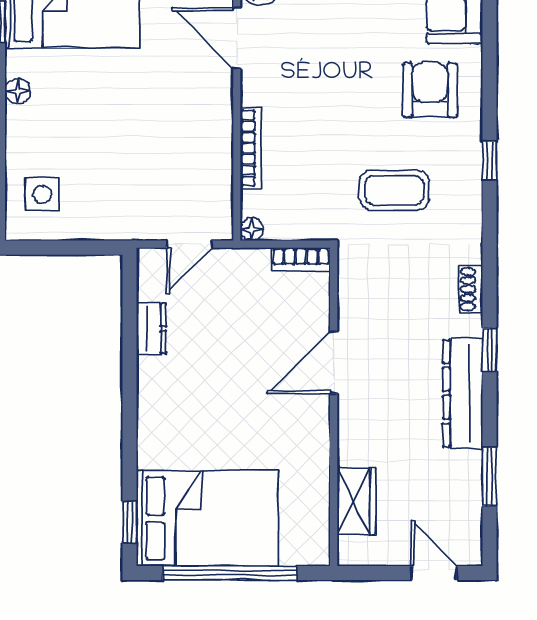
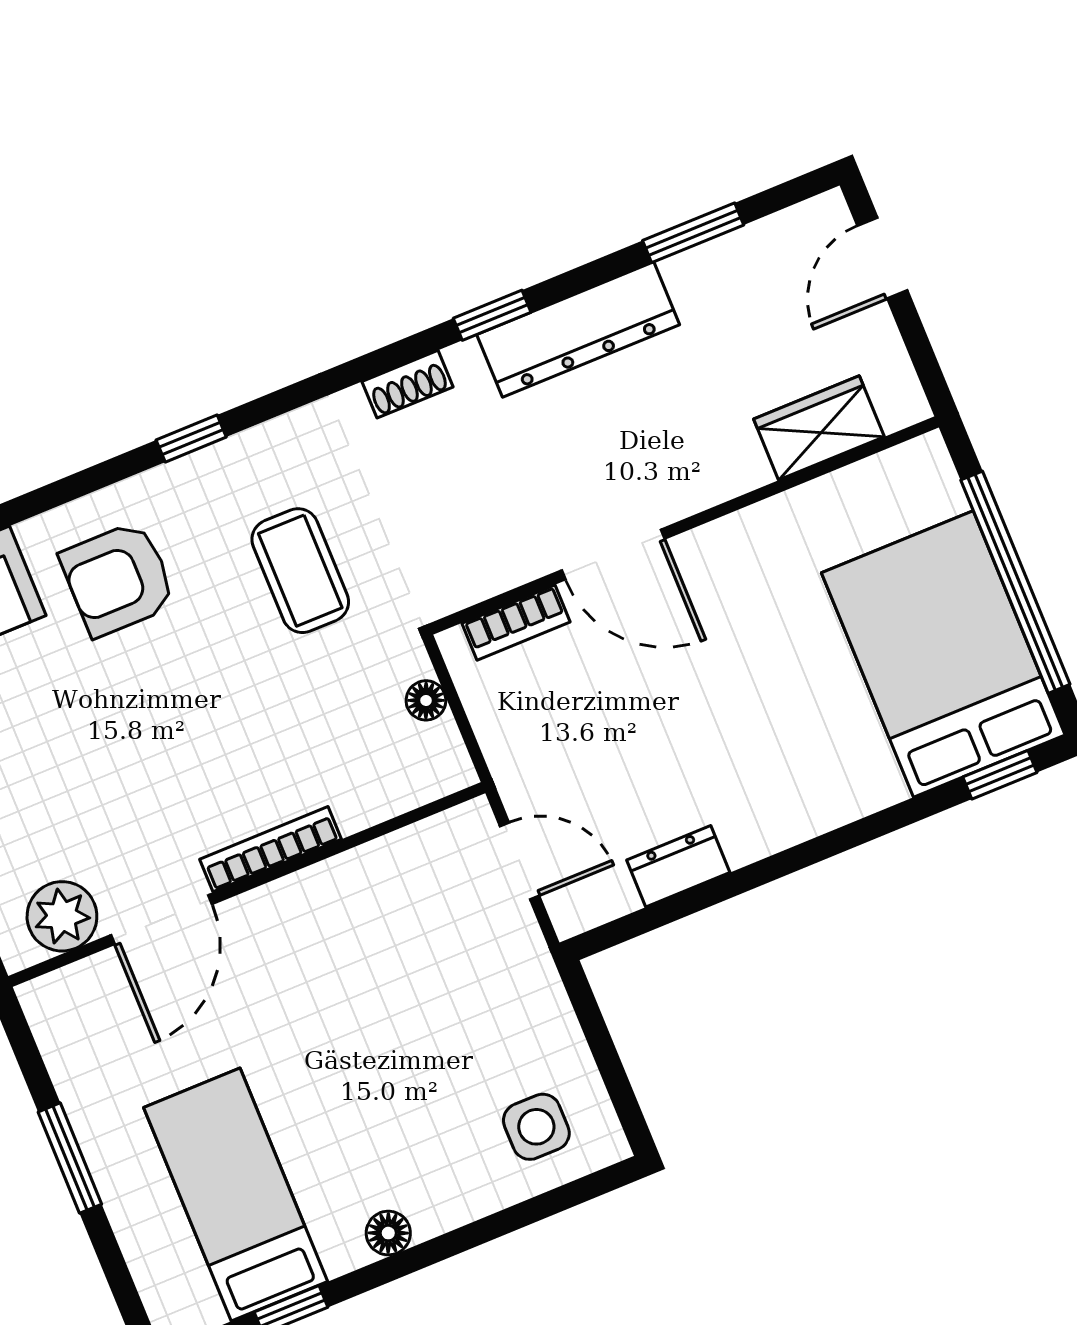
bookcase: (251, 148) -> (271, 849), moved
floor lamp: (252, 229) -> (426, 700), moved
bookcase: (301, 259) -> (516, 623), moved, turned 90

